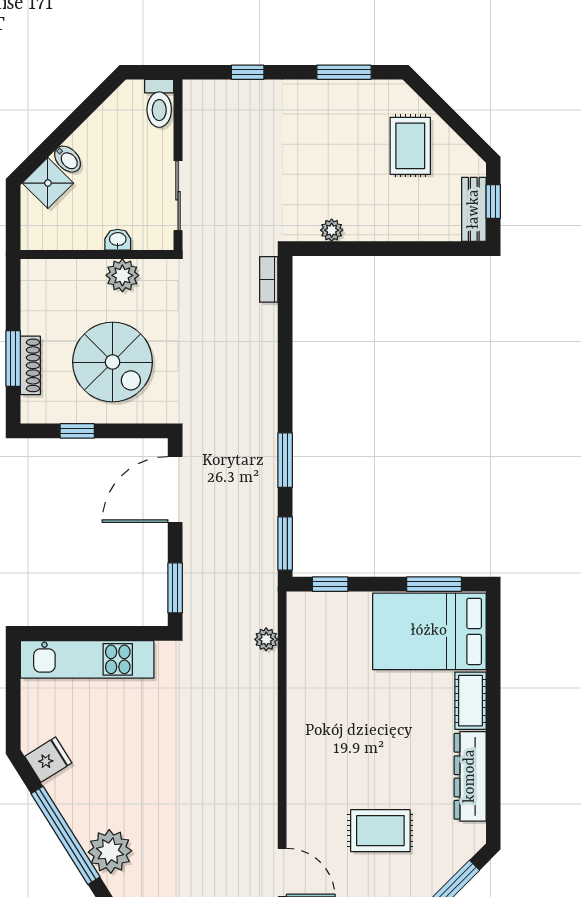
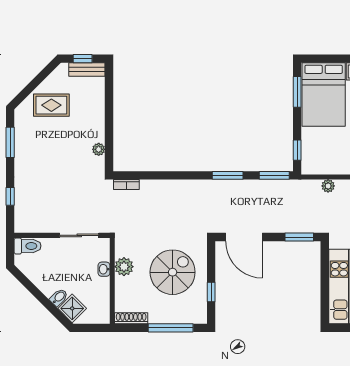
window: (13, 358) -> (171, 328), width x1.44
shoe rack: (30, 365) -> (131, 318), moved

